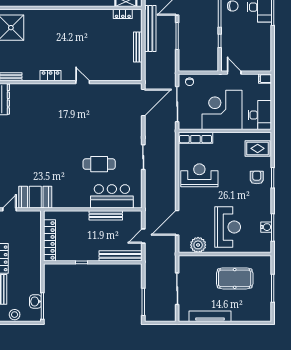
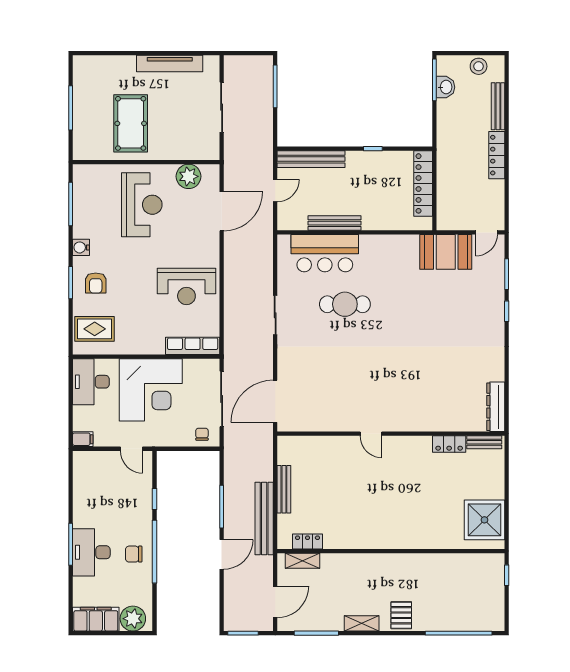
locker: (51, 76) -> (449, 444), moved
reception desk: (228, 227) -> (142, 205), turned 180
water cooler: (266, 227) -> (81, 247), moved
pool table: (235, 278) -> (131, 123), turned 90

